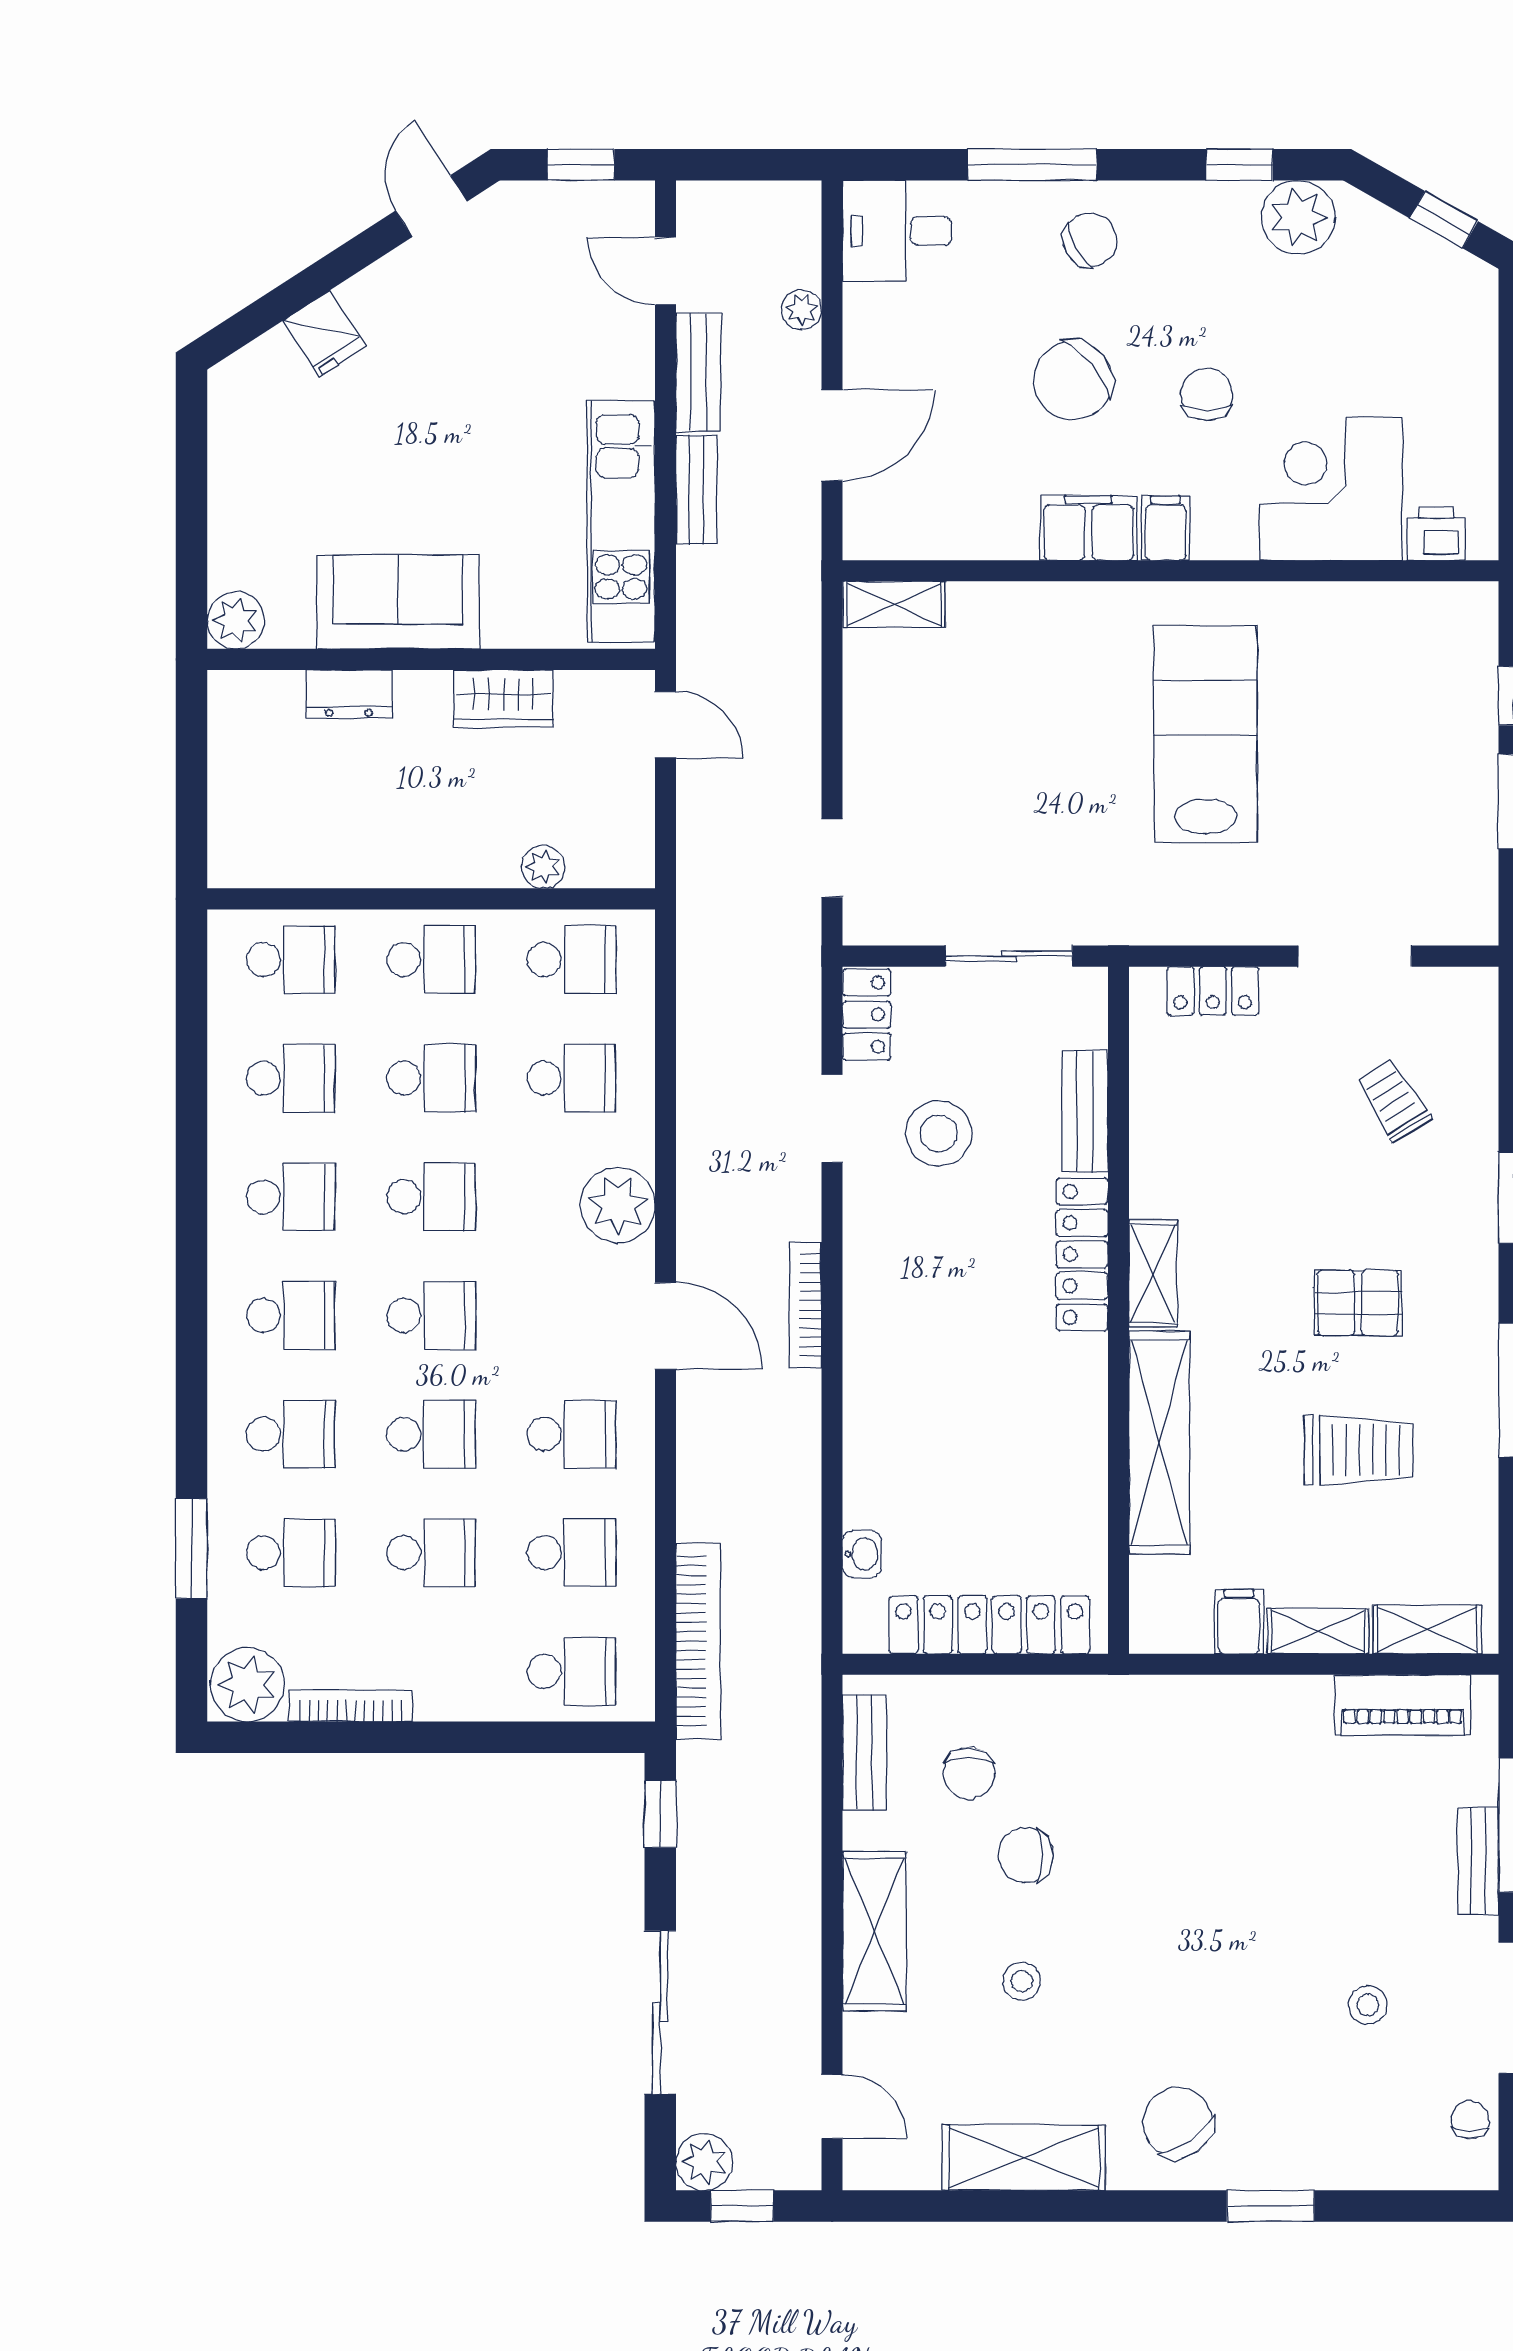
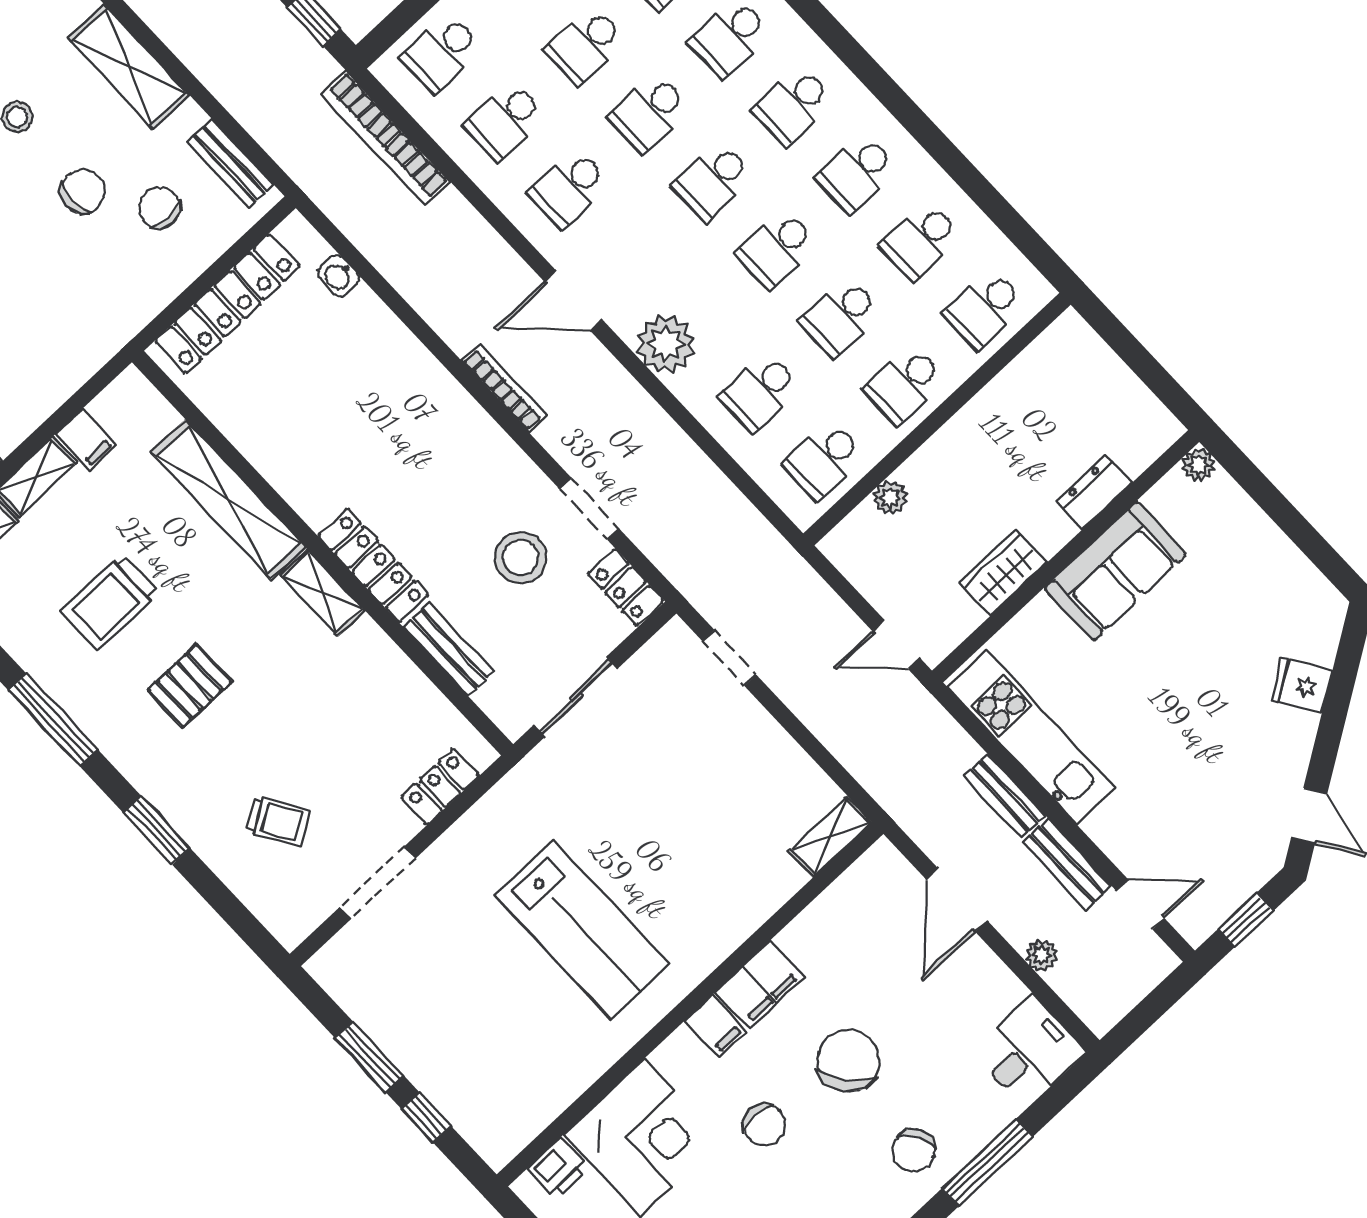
plant: (236, 620) -> (1199, 465), width x0.73, depth x0.73

